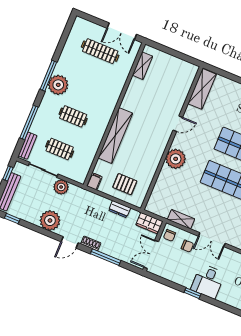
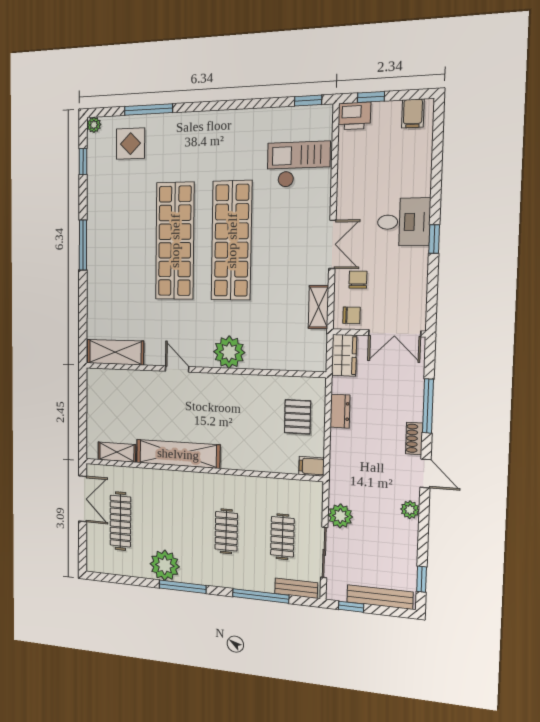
plant: (58, 85) -> (165, 565), moved
shelving: (115, 136) -> (178, 454), moved
plant: (50, 220) -> (410, 510), width x0.53, depth x0.53

